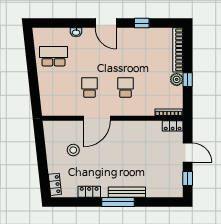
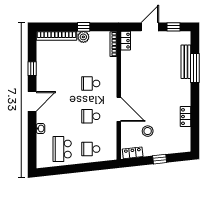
school desk: (53, 88) -> (91, 149), added
window: (42, 163) -> (160, 159), added
locker: (55, 184) -> (133, 153), moved
bench: (127, 192) -> (186, 62), moved
window: (118, 202) -> (195, 68), moved

